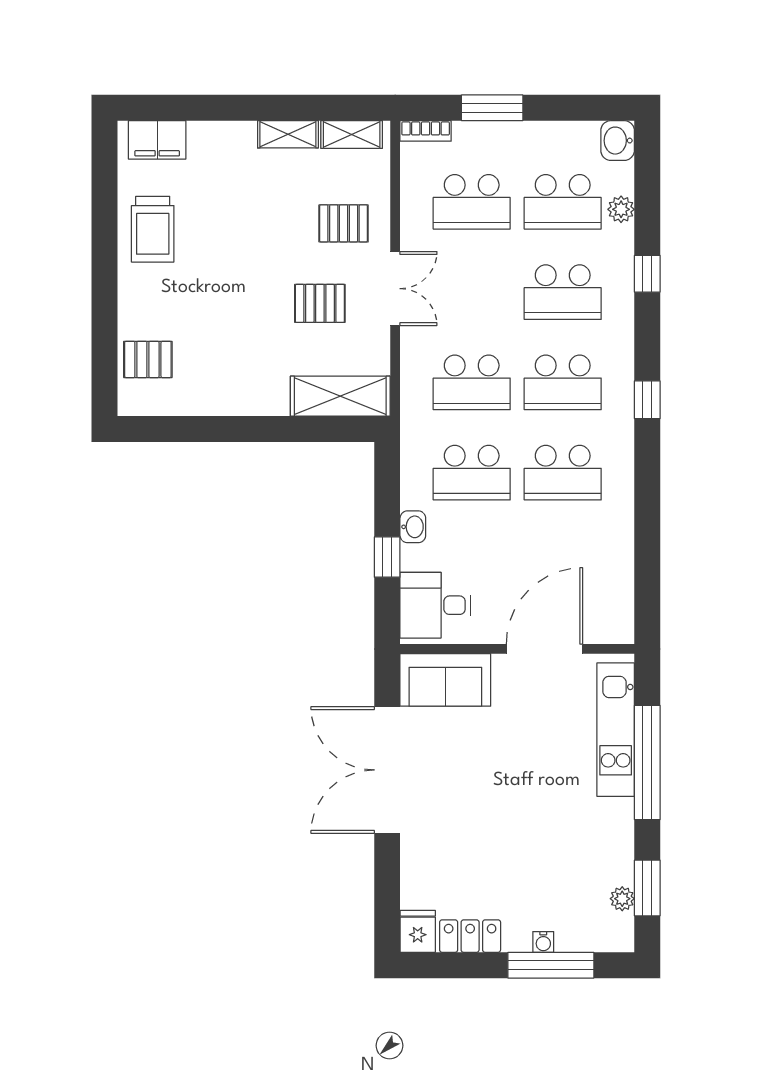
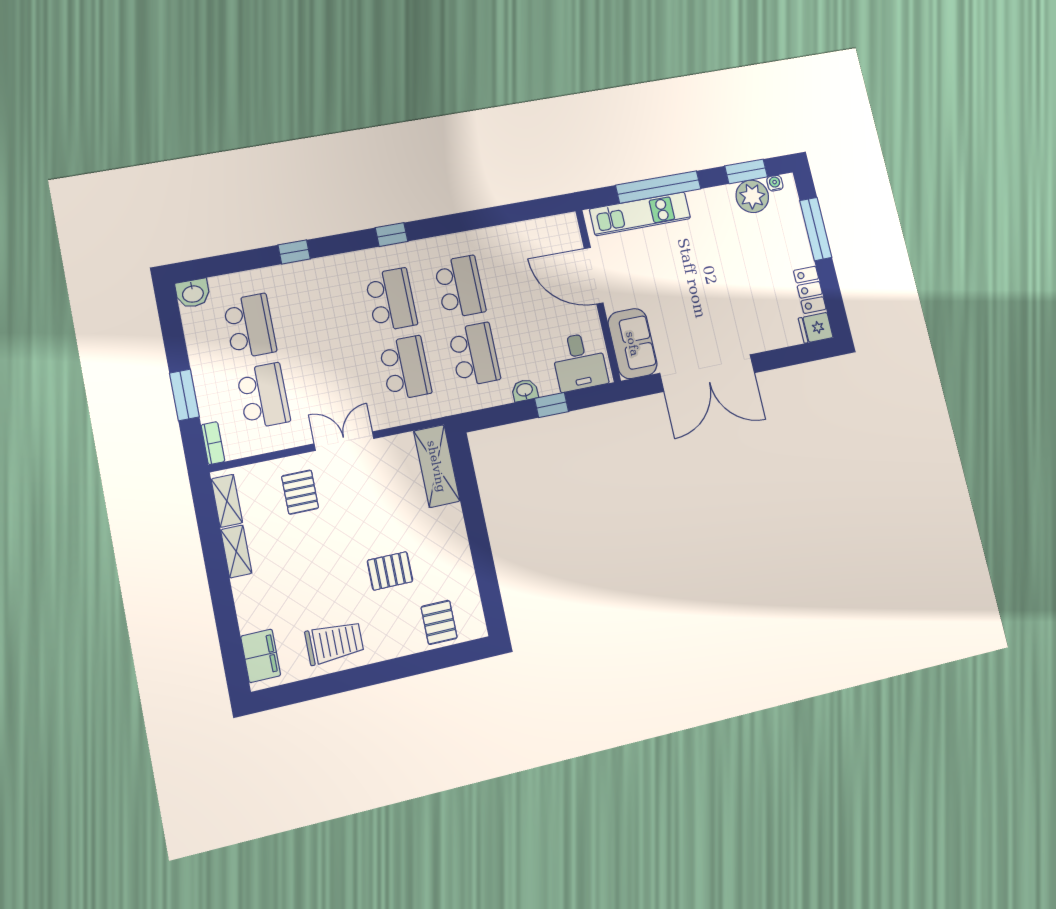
plant: (621, 209) -> (247, 281), removed
school desk: (563, 292) -> (321, 313), removed
pallet: (320, 303) -> (390, 571), moved, turned 90
plant: (622, 899) -> (752, 196), width x1.88, depth x1.88
water cooler: (543, 942) -> (775, 183), moved, turned -90

